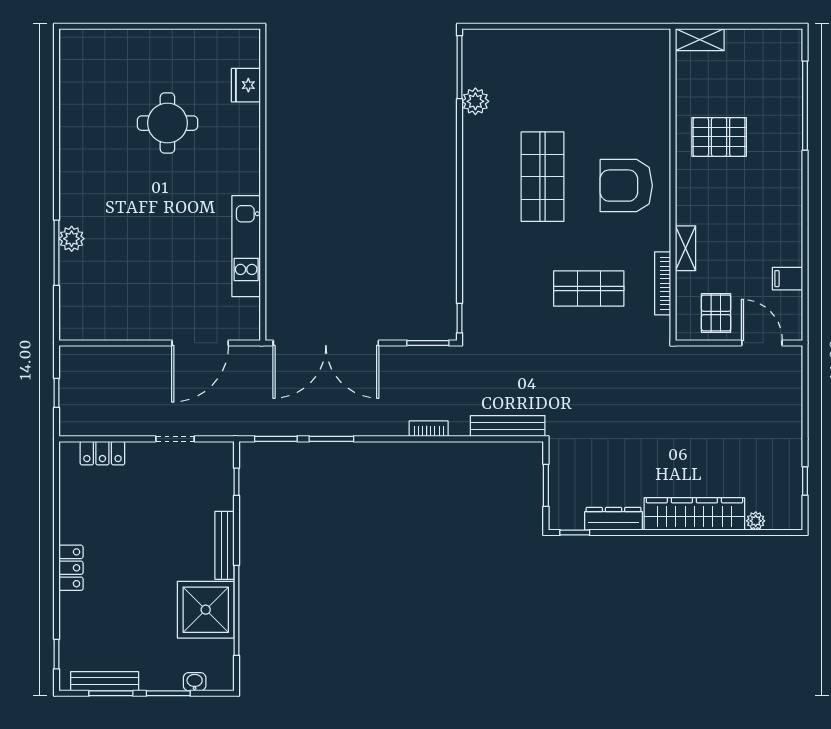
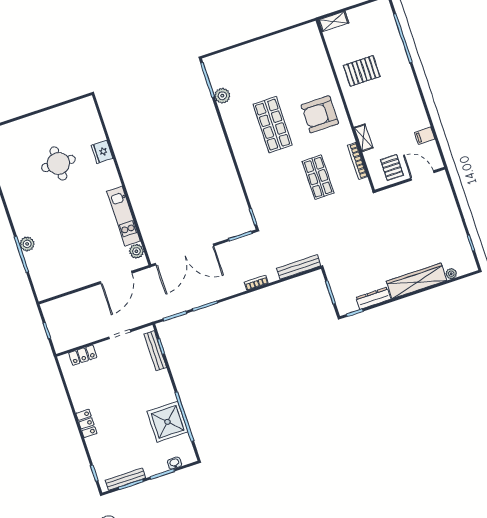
fridge: (246, 85) -> (102, 152), moved
shop shelf: (589, 288) -> (318, 177), turned 90
plant: (248, 311) -> (136, 251), added
bench: (224, 545) -> (155, 351), moved

